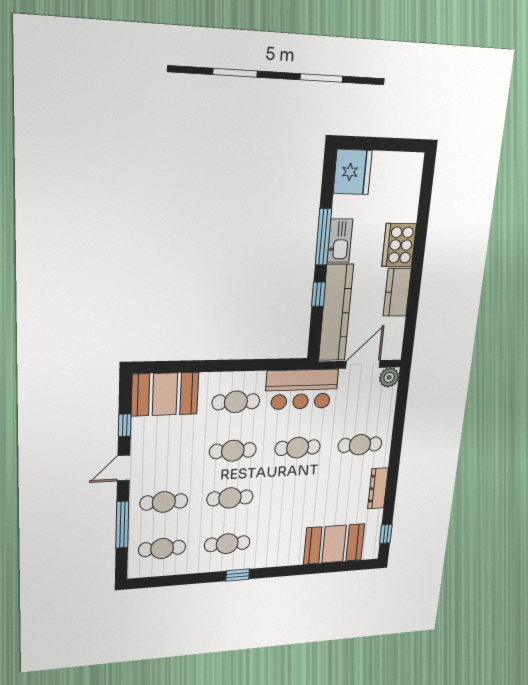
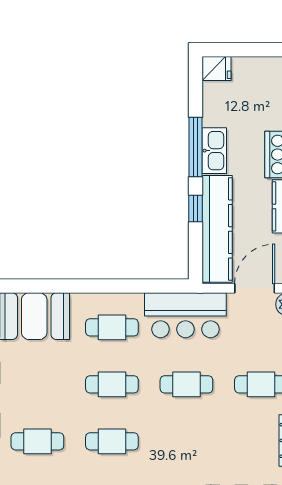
fridge: (353, 172) -> (216, 69), width x0.53, depth x0.75

